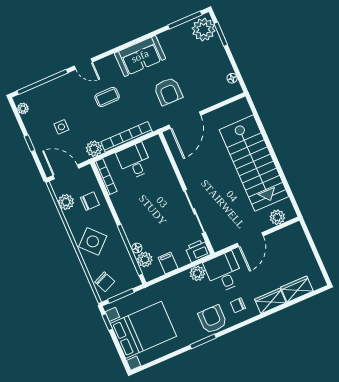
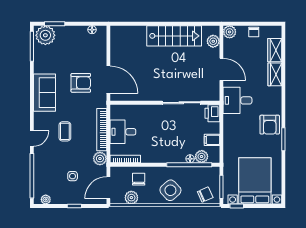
stairs: (254, 163) -> (174, 36), width x0.73, depth x0.66
plant: (197, 273) -> (230, 32), moved
chair: (238, 305) -> (254, 32), moved
armchair: (213, 319) -> (270, 125), turned -90

